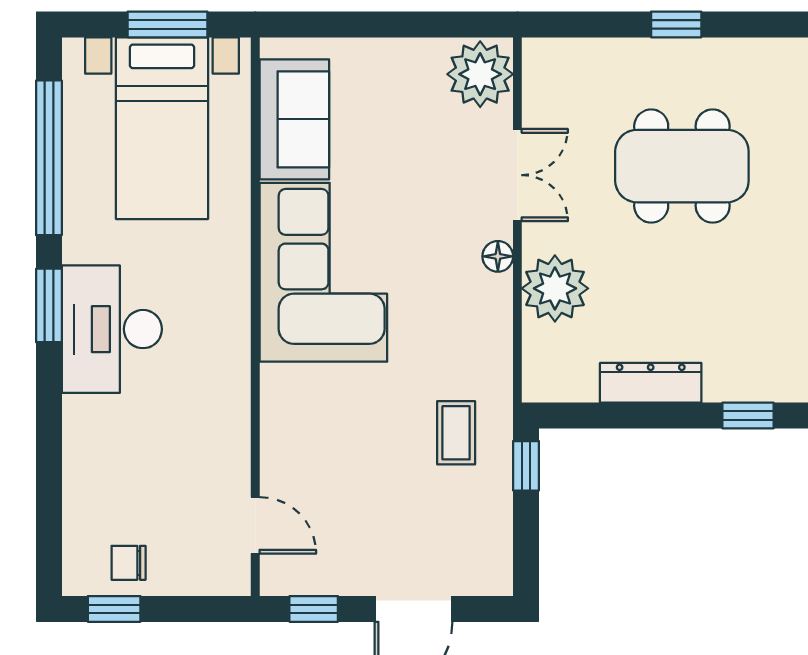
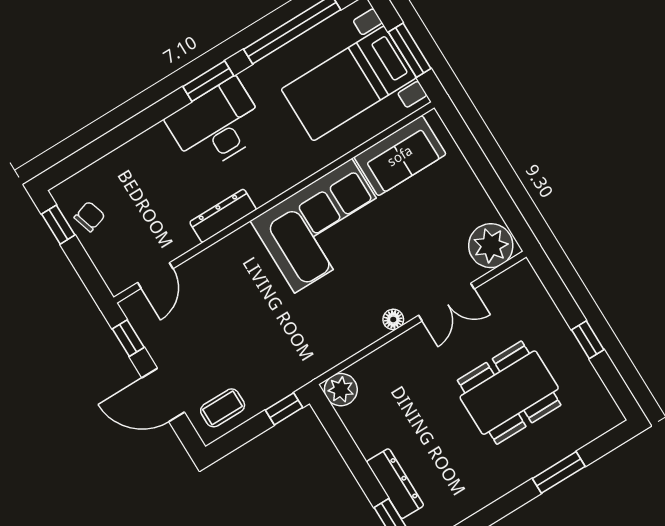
dining table: (682, 166) -> (509, 393), turned 90
plant: (555, 288) -> (341, 390), moved, width x0.73, depth x0.73
dresser: (651, 383) -> (395, 484), moved
dresser: (232, 392) -> (223, 216), added
coffee table: (456, 433) -> (223, 408), moved
chair: (129, 563) -> (90, 217), turned 73

